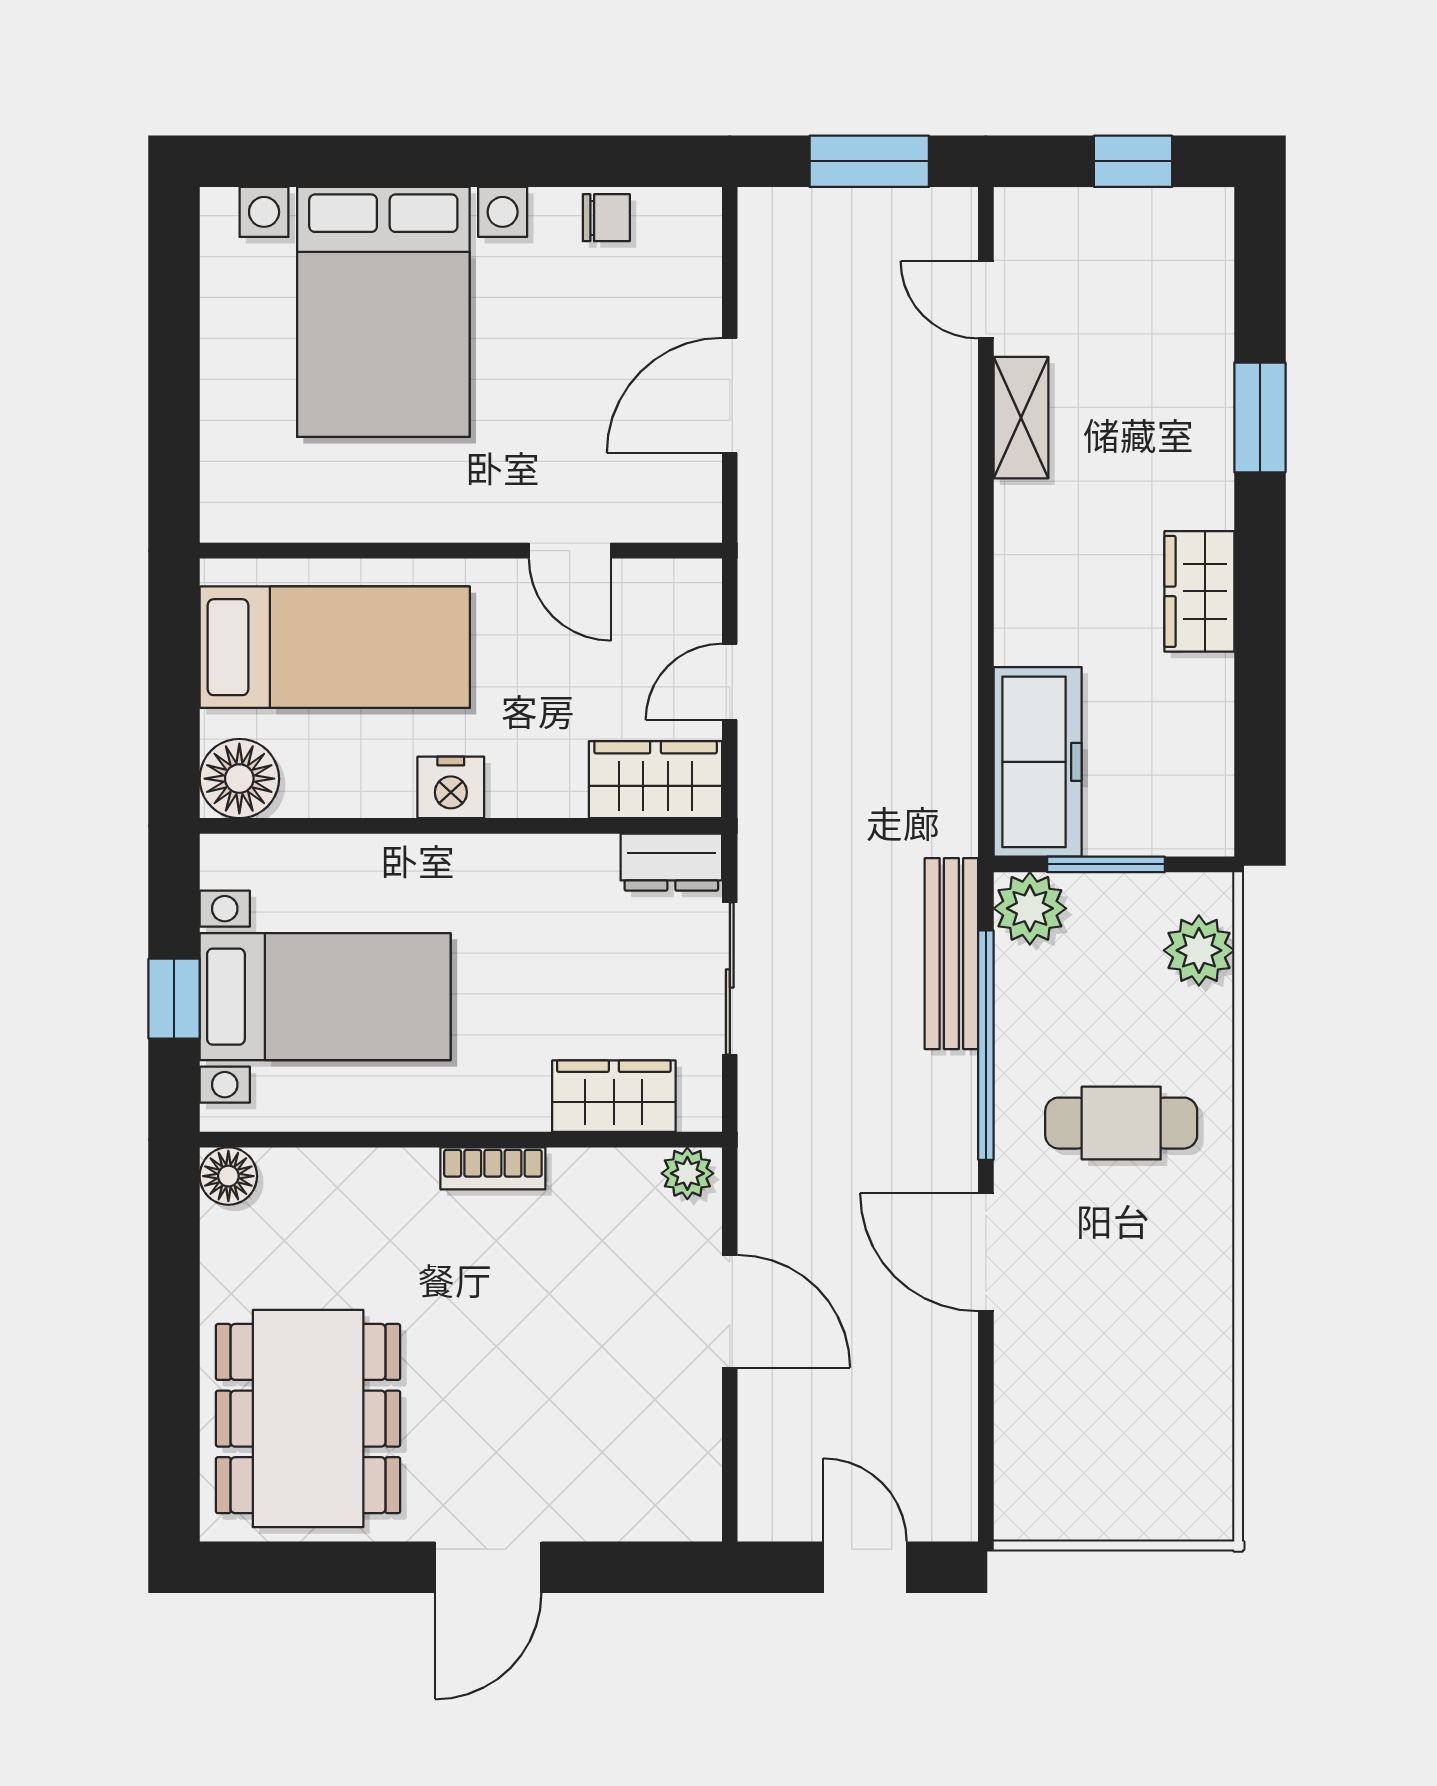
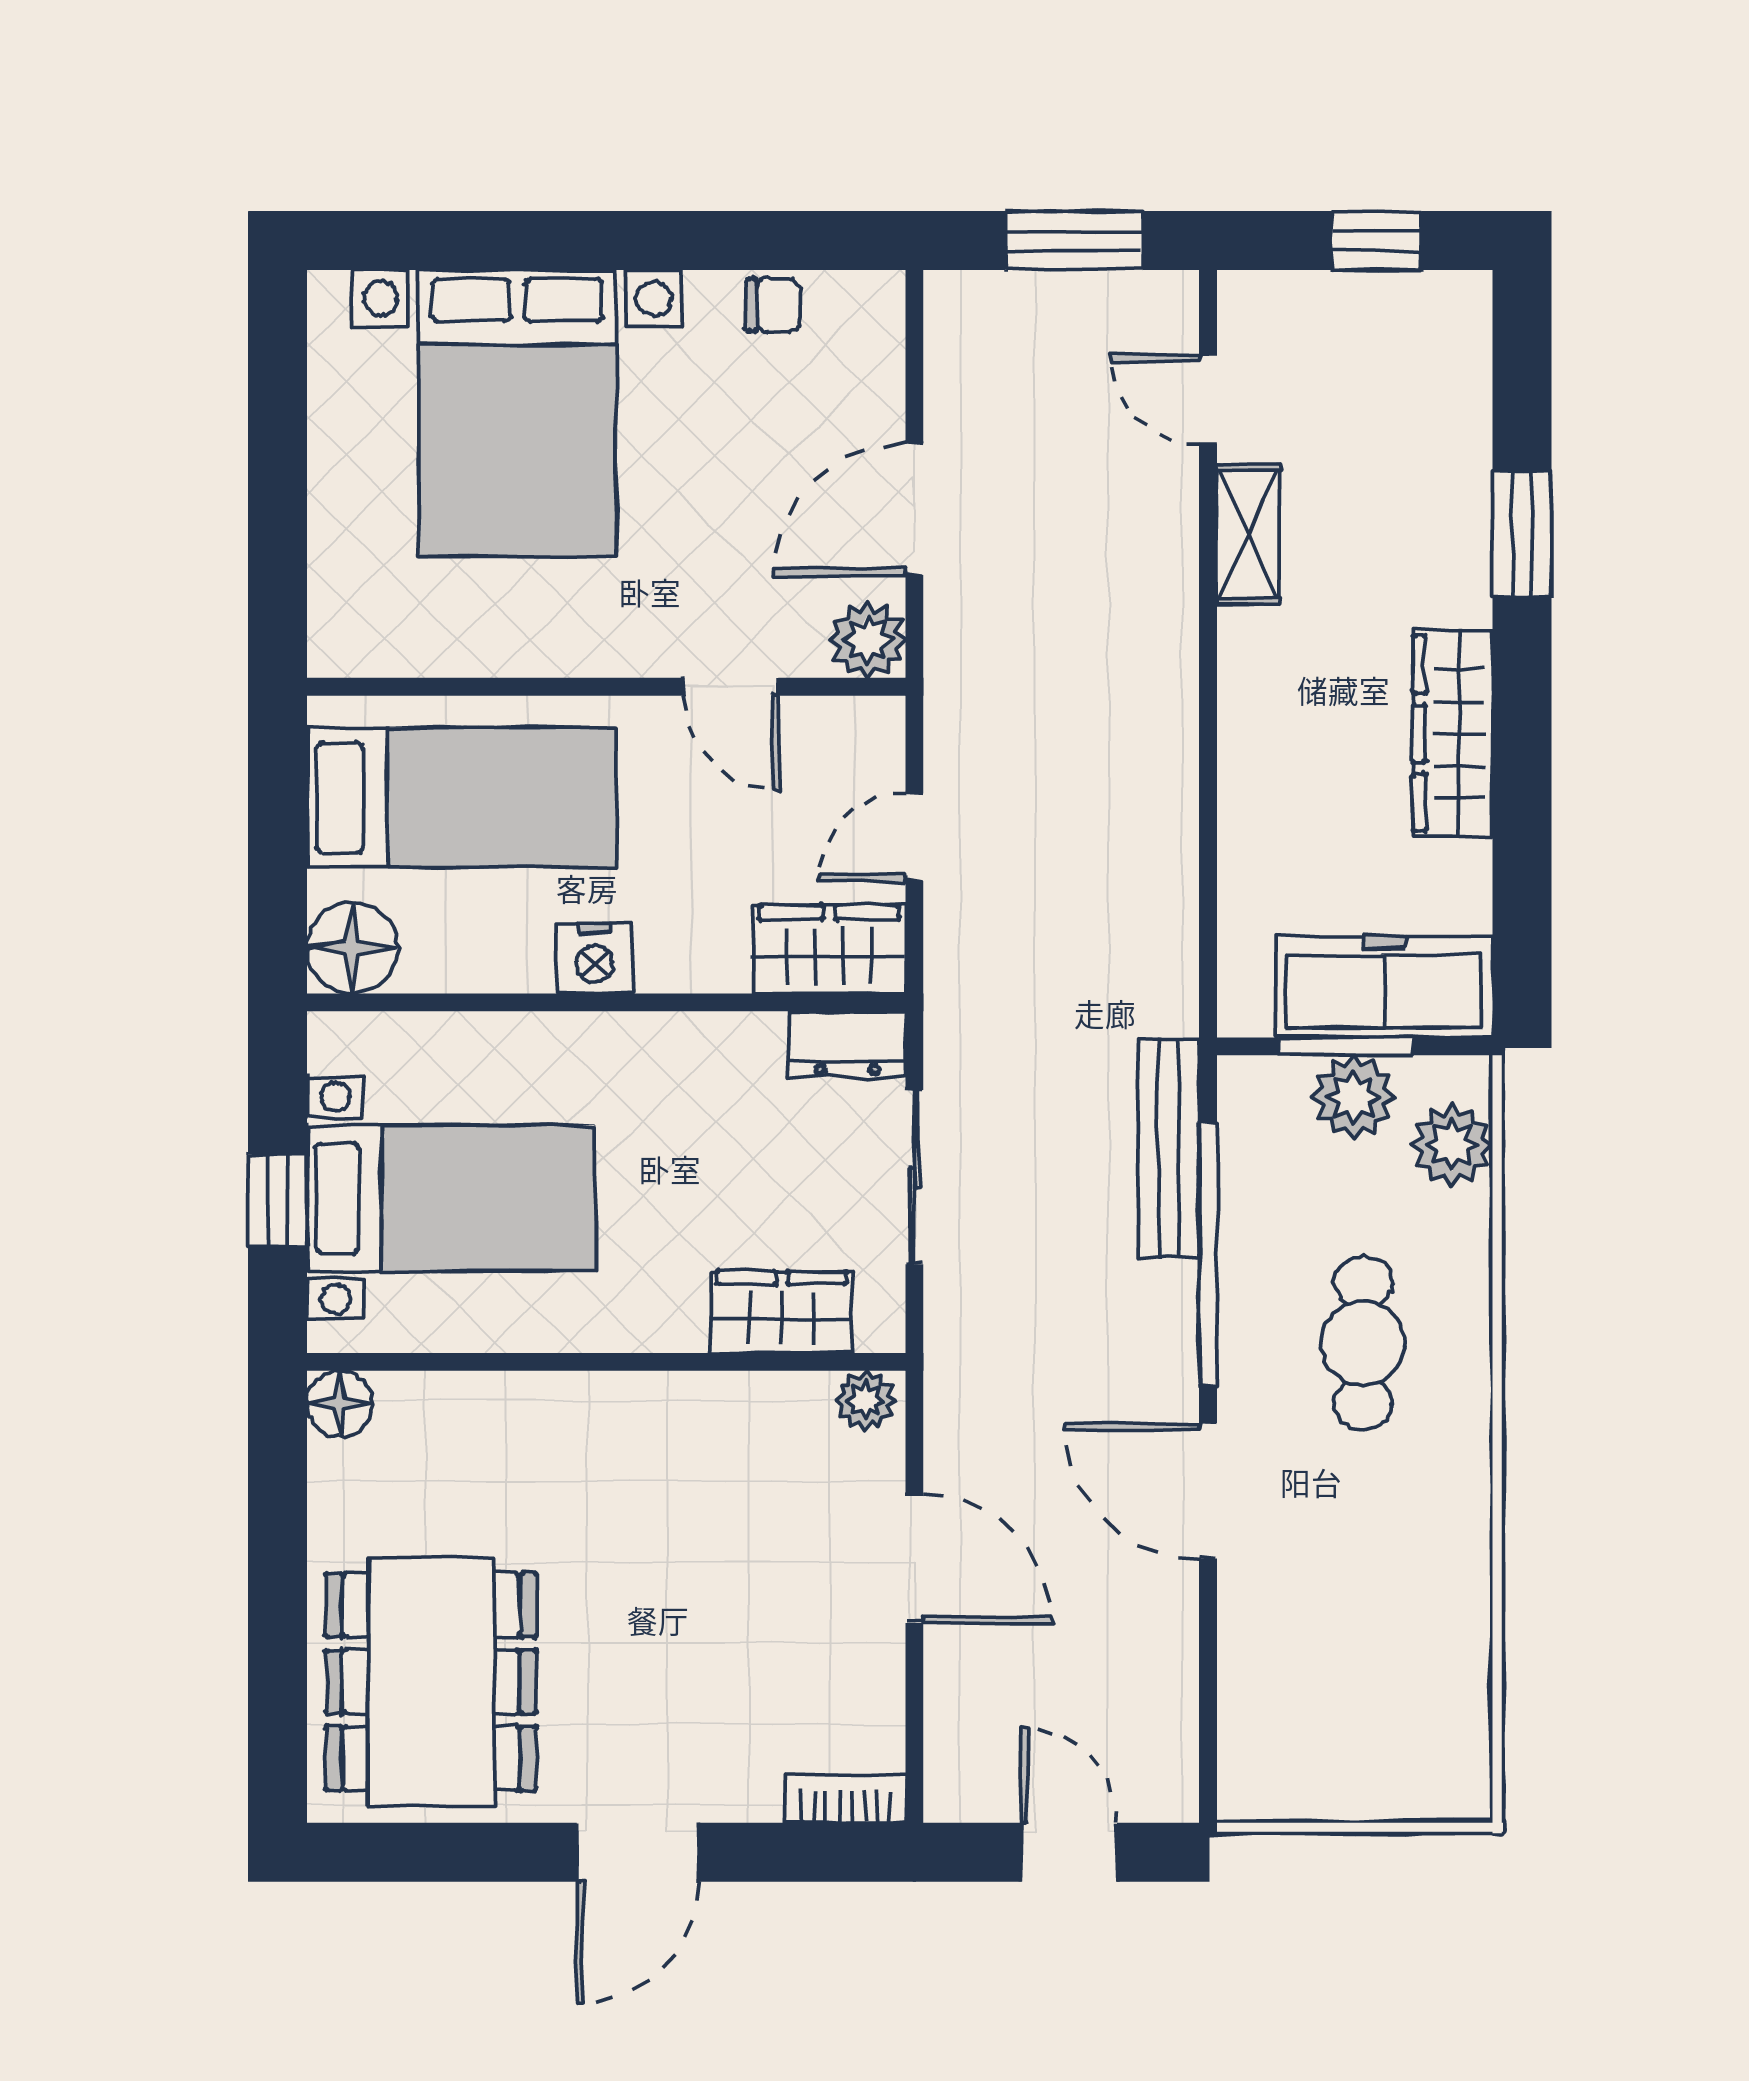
plant: (689, 510) -> (867, 640), added
wardrobe: (1199, 591) -> (1453, 734), width x1.50
freezer: (1038, 762) -> (1384, 987), moved, turned -90
plant: (1030, 908) -> (1354, 1097), moved
cafe table: (1121, 1123) -> (1363, 1343), turned 90
bookcase: (493, 1168) -> (845, 1799), moved, turned 180

